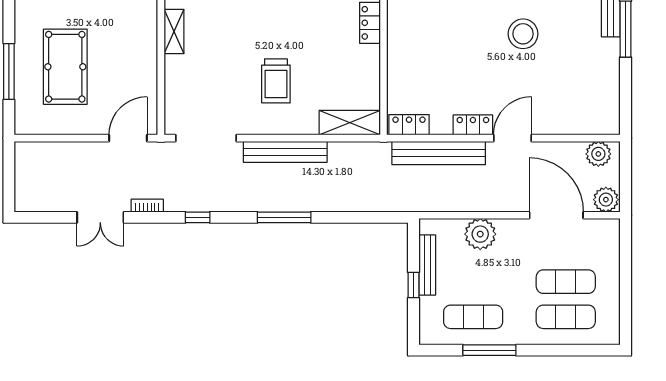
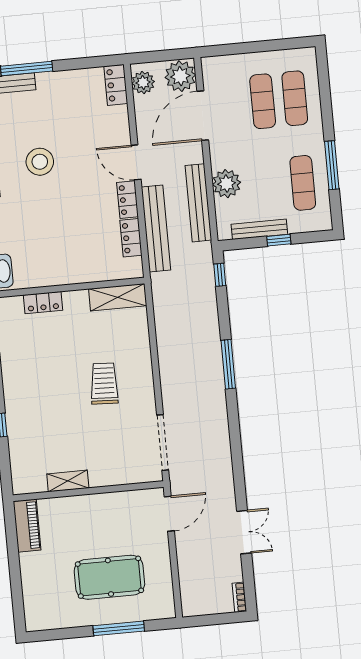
trolley: (276, 81) -> (104, 384), turned -87
shelving: (350, 123) -> (118, 297), moved, turned 90
locker: (599, 124) -> (116, 85), added
locker: (409, 125) -> (131, 238), moved
door: (128, 138) -> (169, 514), swing flipped
bench: (285, 152) -> (198, 203), moved
plant: (606, 200) -> (180, 76), width x1.36, depth x1.36
bookcase: (147, 206) -> (239, 597), moved
window: (198, 217) -> (220, 275), moved

